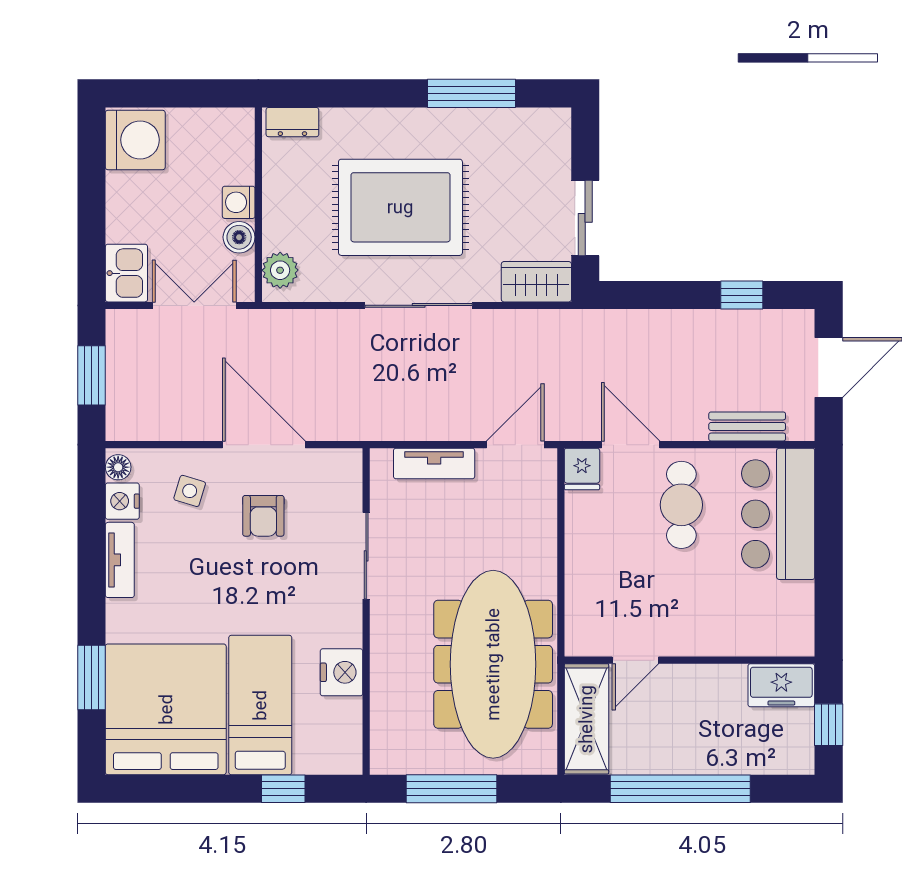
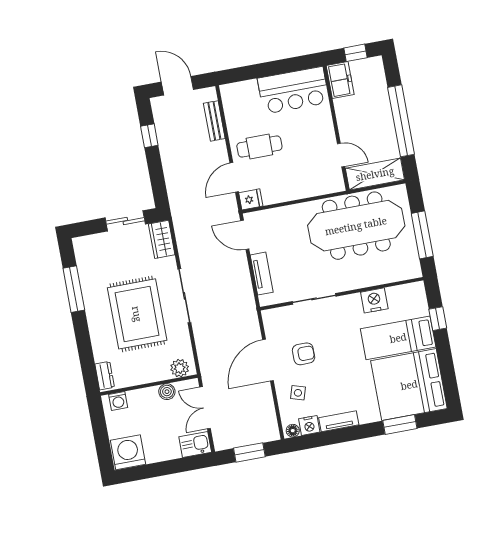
washing machine: (239, 202) -> (118, 401), moved
bar counter: (778, 514) -> (293, 90), moved

